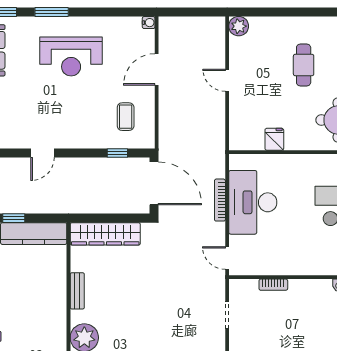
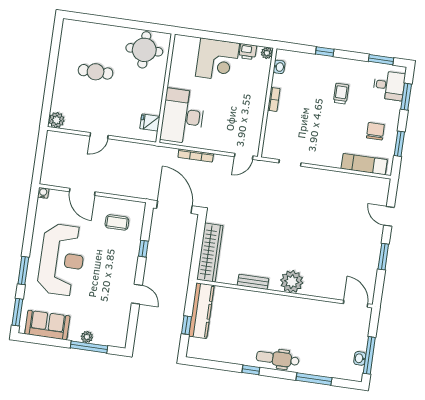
reception desk: (71, 57) -> (62, 260), width x1.36, depth x1.30
fridge: (274, 139) -> (150, 123), moved
window: (117, 153) -> (143, 249), moved
door: (154, 183) -> (174, 207), hinge flipped
desk: (253, 202) -> (183, 116), moved, turned 90
bookcase: (273, 285) -> (274, 99), moved

